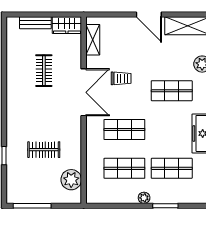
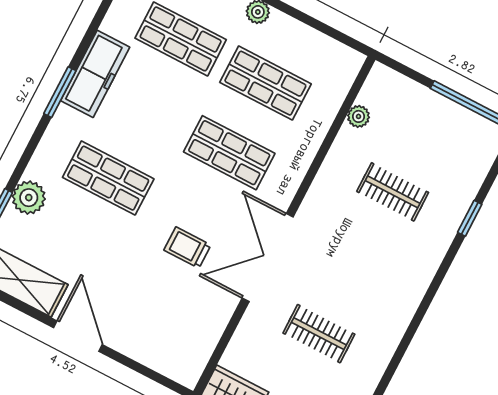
shelving: (93, 40) -> (202, 343), removed
clothes rail: (44, 71) -> (319, 334), turned 90
plant: (71, 180) -> (359, 116), width x0.53, depth x0.53

